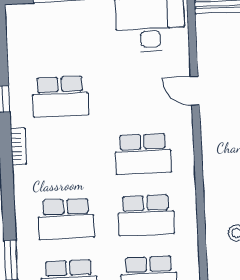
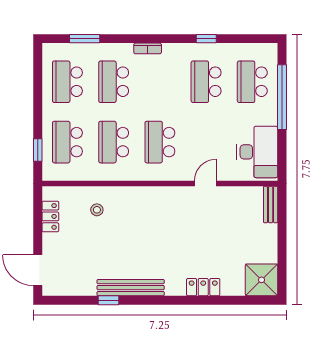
school desk: (57, 35) -> (252, 82), added
bookcase: (19, 146) -> (148, 48), moved

